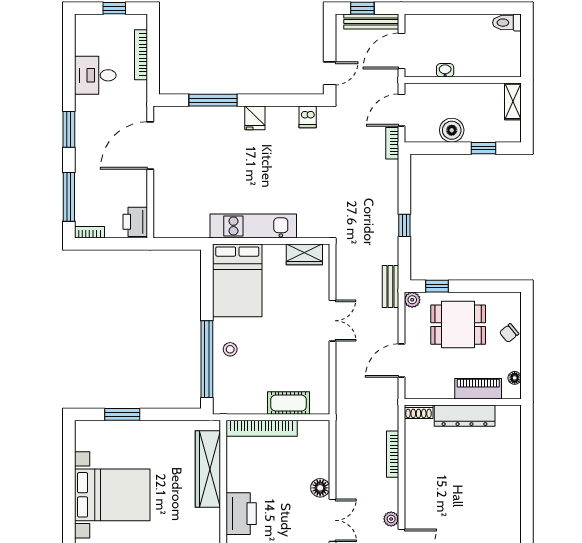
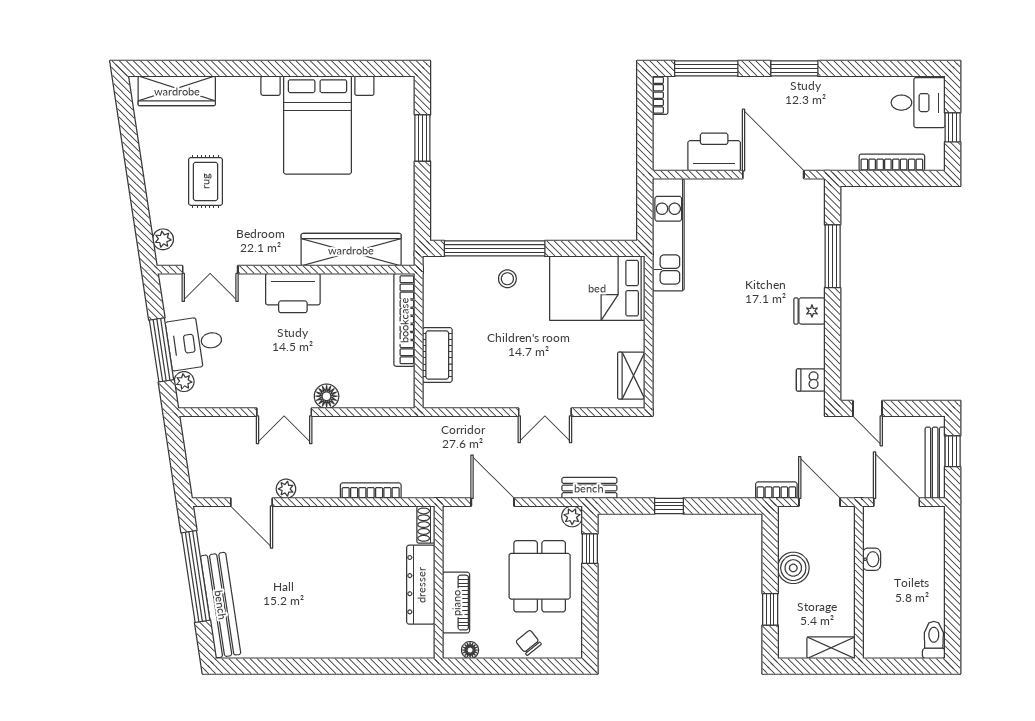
desk: (95, 75) -> (918, 103), moved, turned 90
printer: (135, 222) -> (714, 152), moved, width x1.37, depth x1.19
kitchen unit: (253, 226) -> (668, 235), moved

